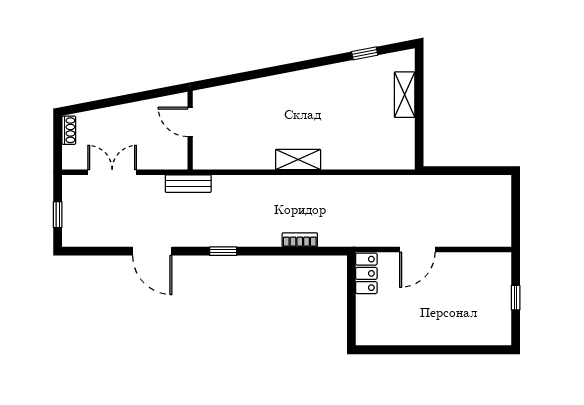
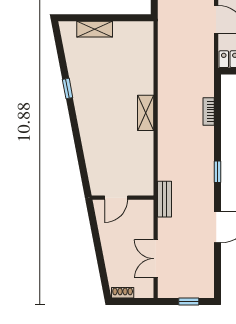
window: (365, 53) -> (68, 88), moved

